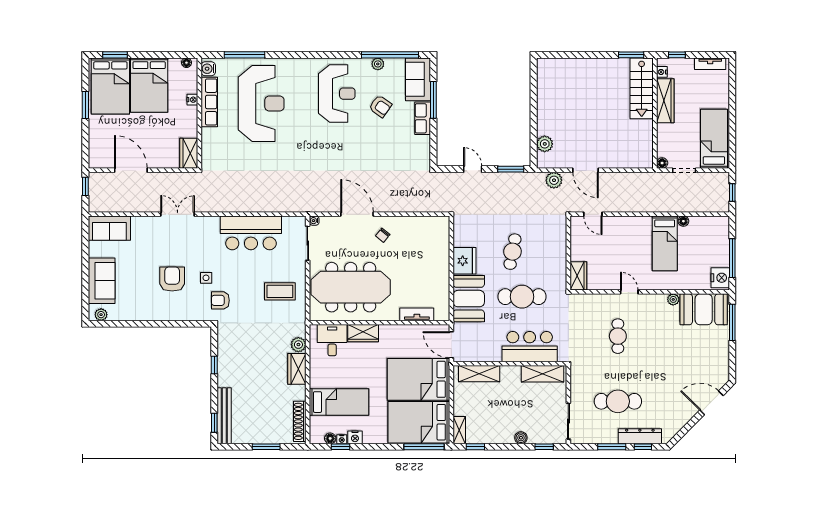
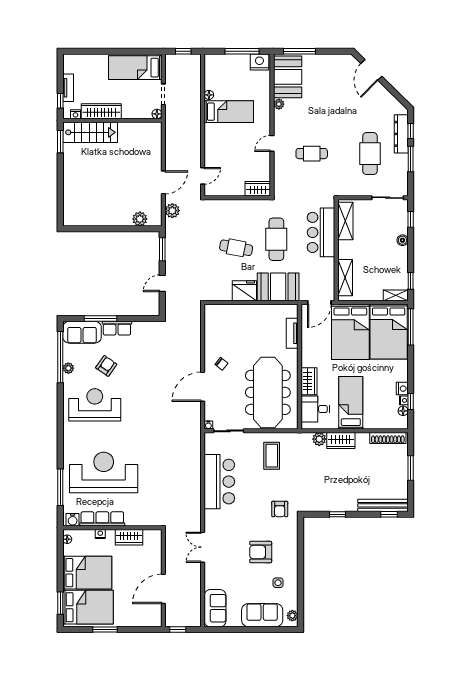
tv unit: (710, 64) -> (68, 88), moved
wardrobe: (189, 153) -> (129, 537), moved
side table: (206, 278) -> (278, 583), moved
bed: (339, 402) -> (351, 403), moved

